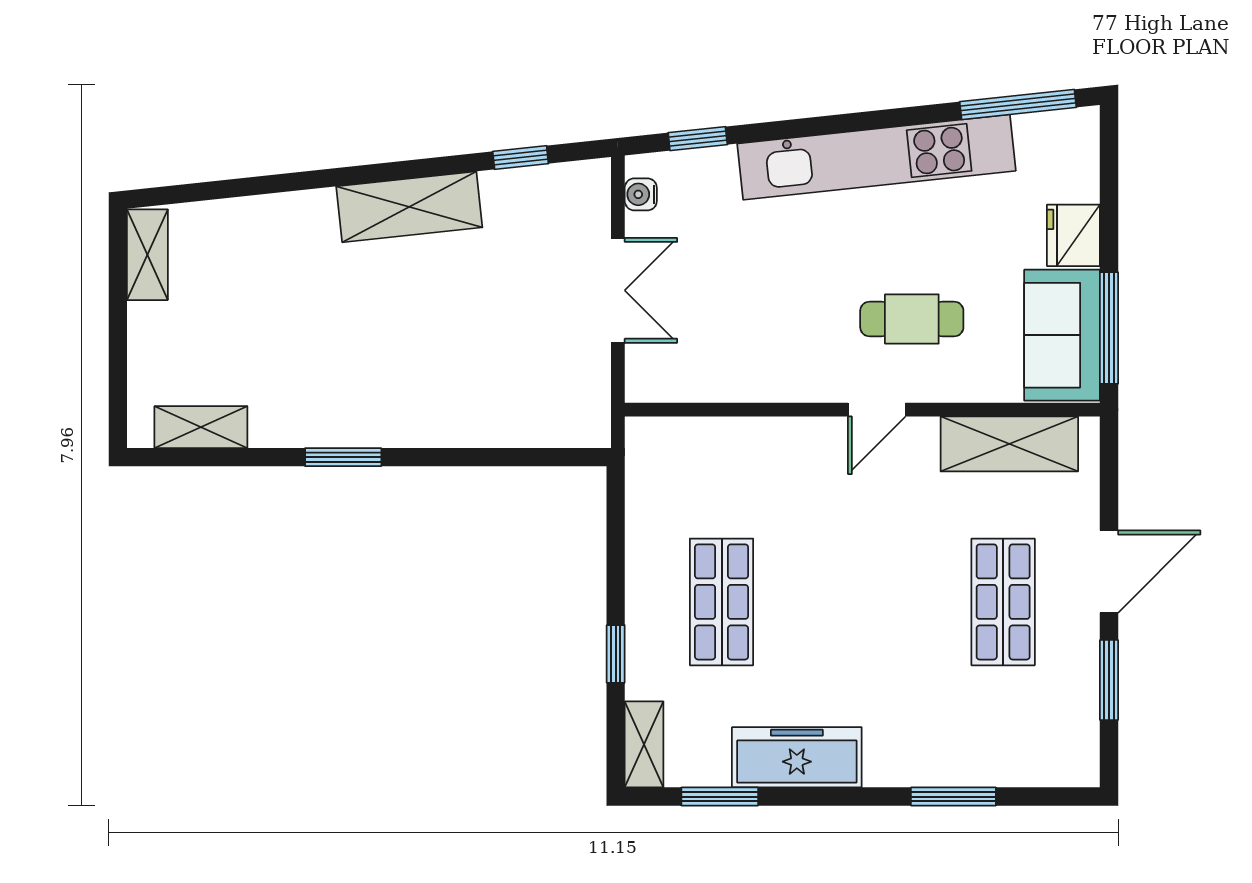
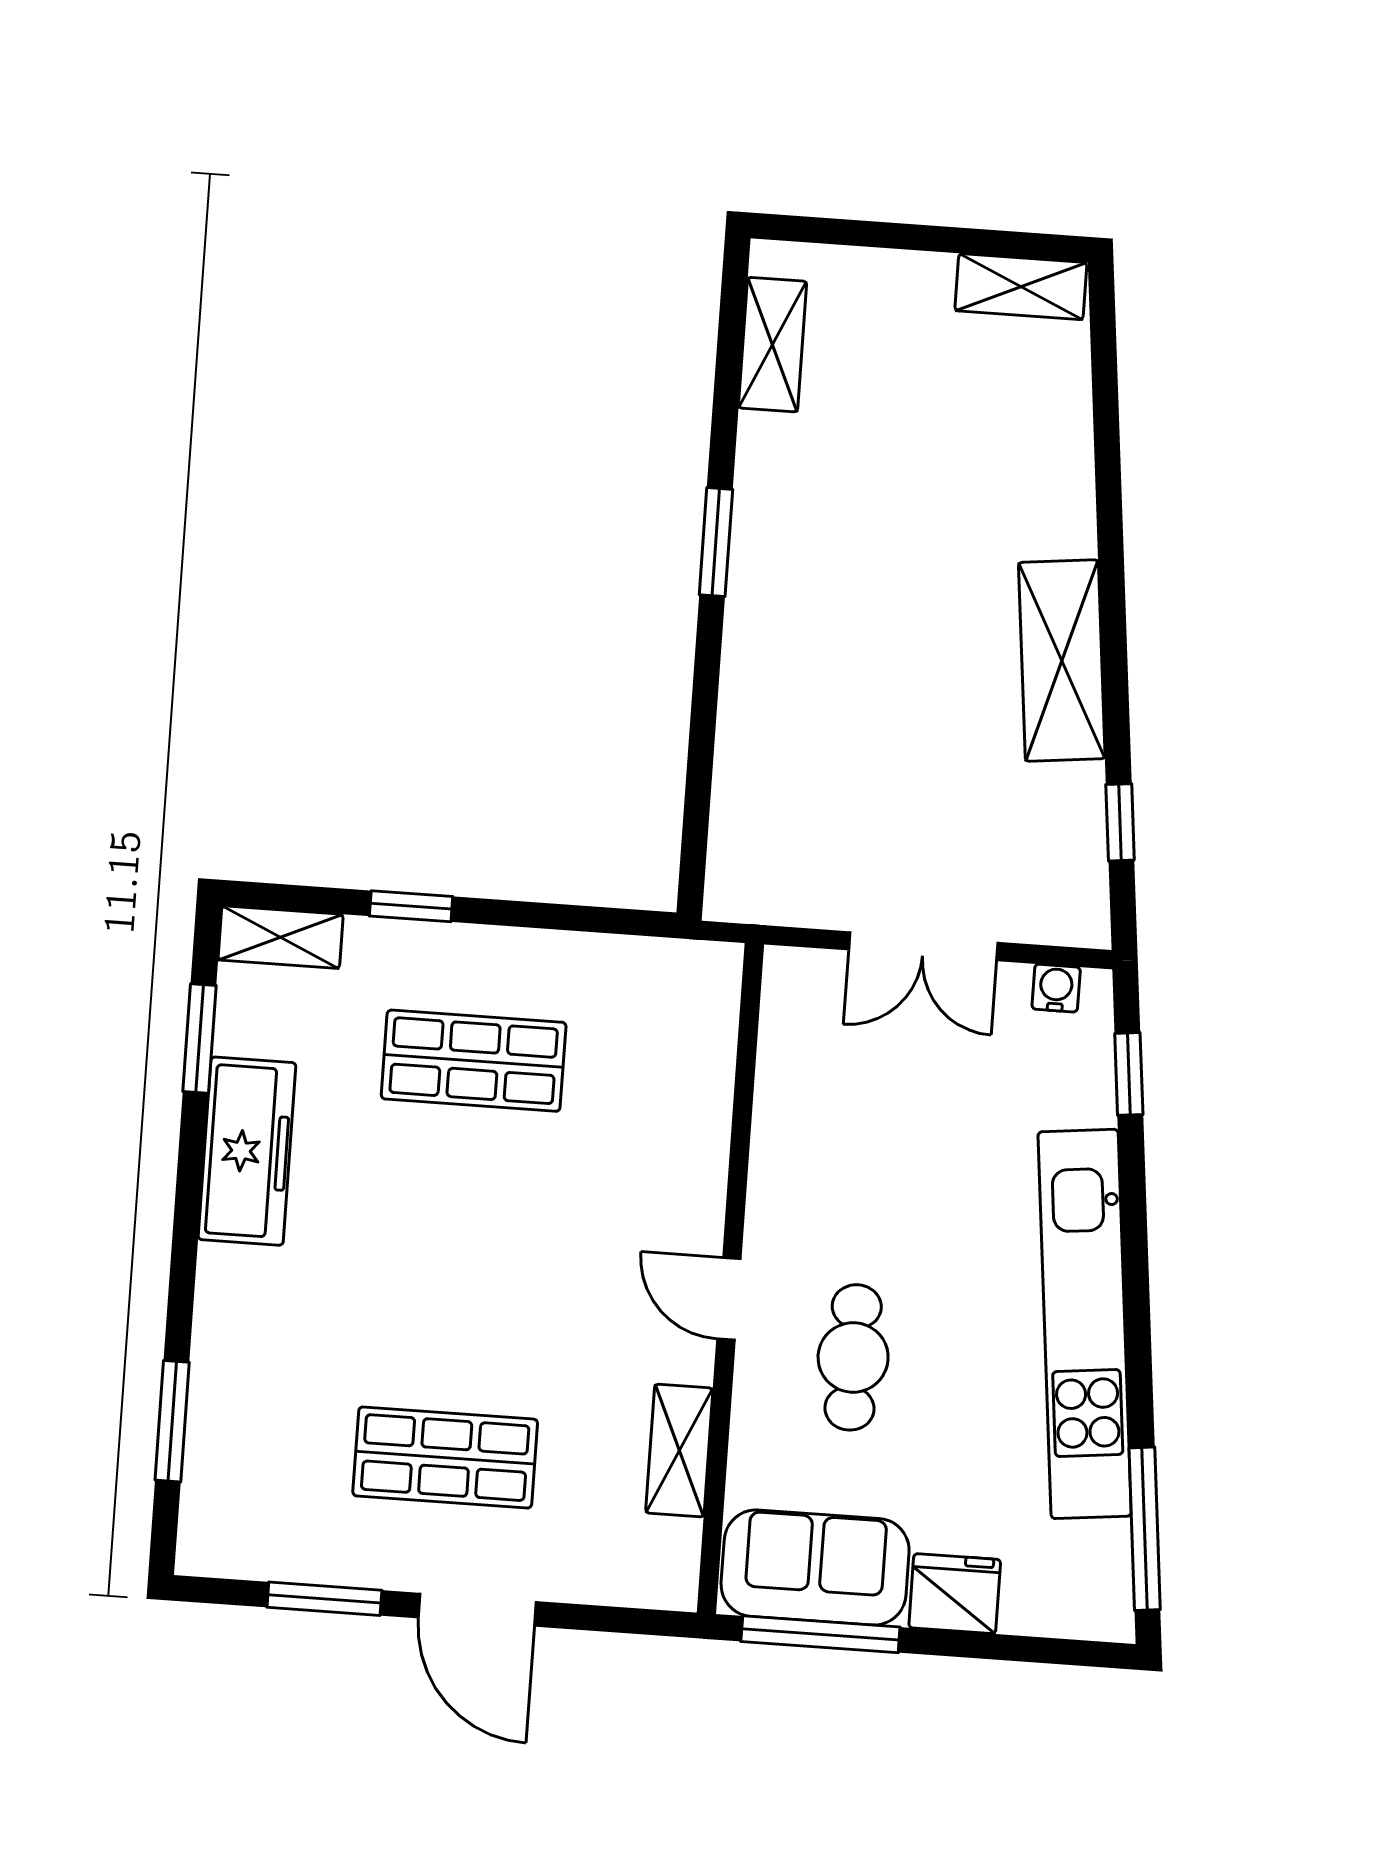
shelving: (1009, 444) -> (679, 1451), width x0.67, depth x0.75
window: (953, 797) -> (172, 1421), moved

